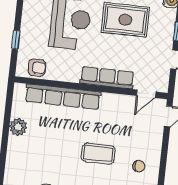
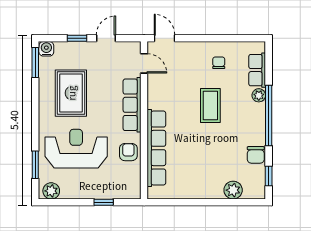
armchair: (37, 68) -> (128, 152), moved
plant: (18, 127) -> (233, 190), moved

